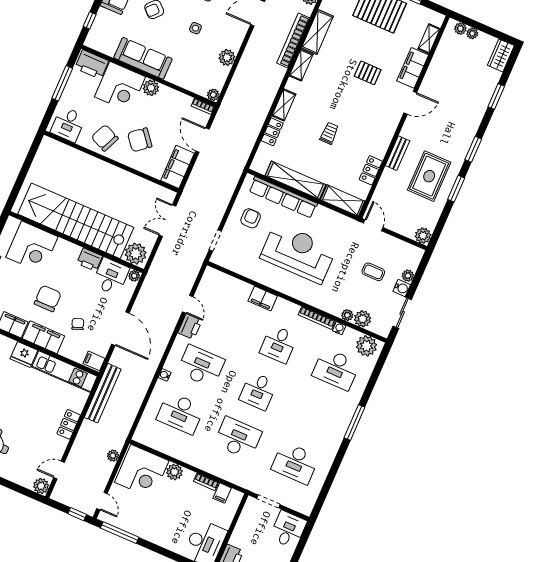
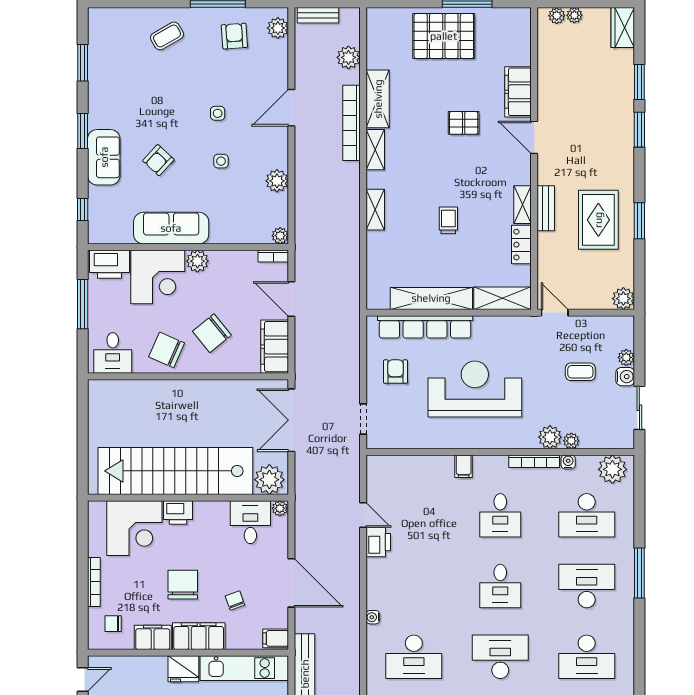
shelving: (429, 39) -> (523, 205), moved
door: (410, 103) -> (534, 137), swing flipped
locker: (272, 132) -> (375, 250), removed
window: (473, 149) -> (639, 130), moved
double door: (167, 221) -> (291, 420), width x1.37
printer: (90, 260) -> (178, 512), moved
filing cabinet: (263, 298) -> (464, 466), width x0.50
plant: (363, 319) -> (550, 437), moved
desk: (201, 366) -> (587, 586), moved

